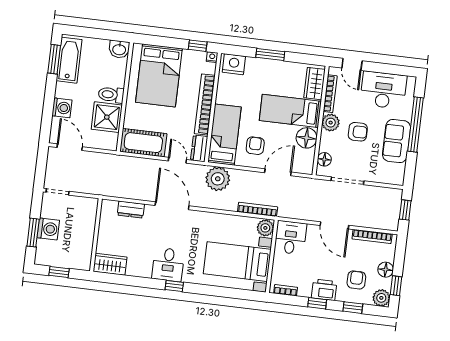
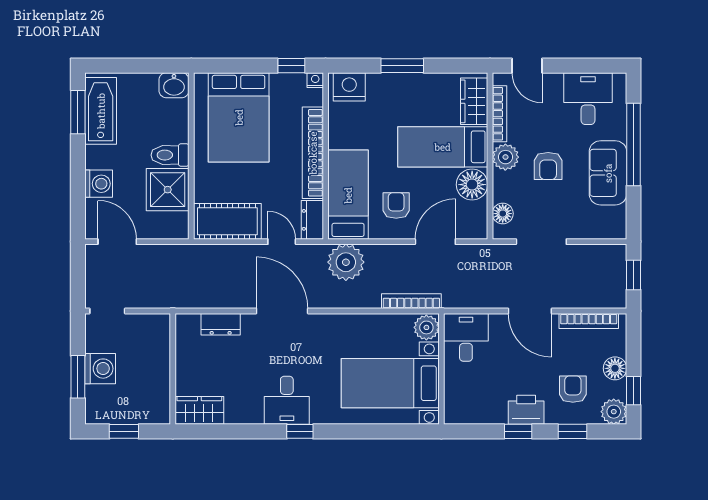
desk: (383, 90) -> (588, 99), width x0.73
armchair: (358, 132) -> (548, 166), turned 90
bookcase: (286, 290) -> (468, 418), removed

